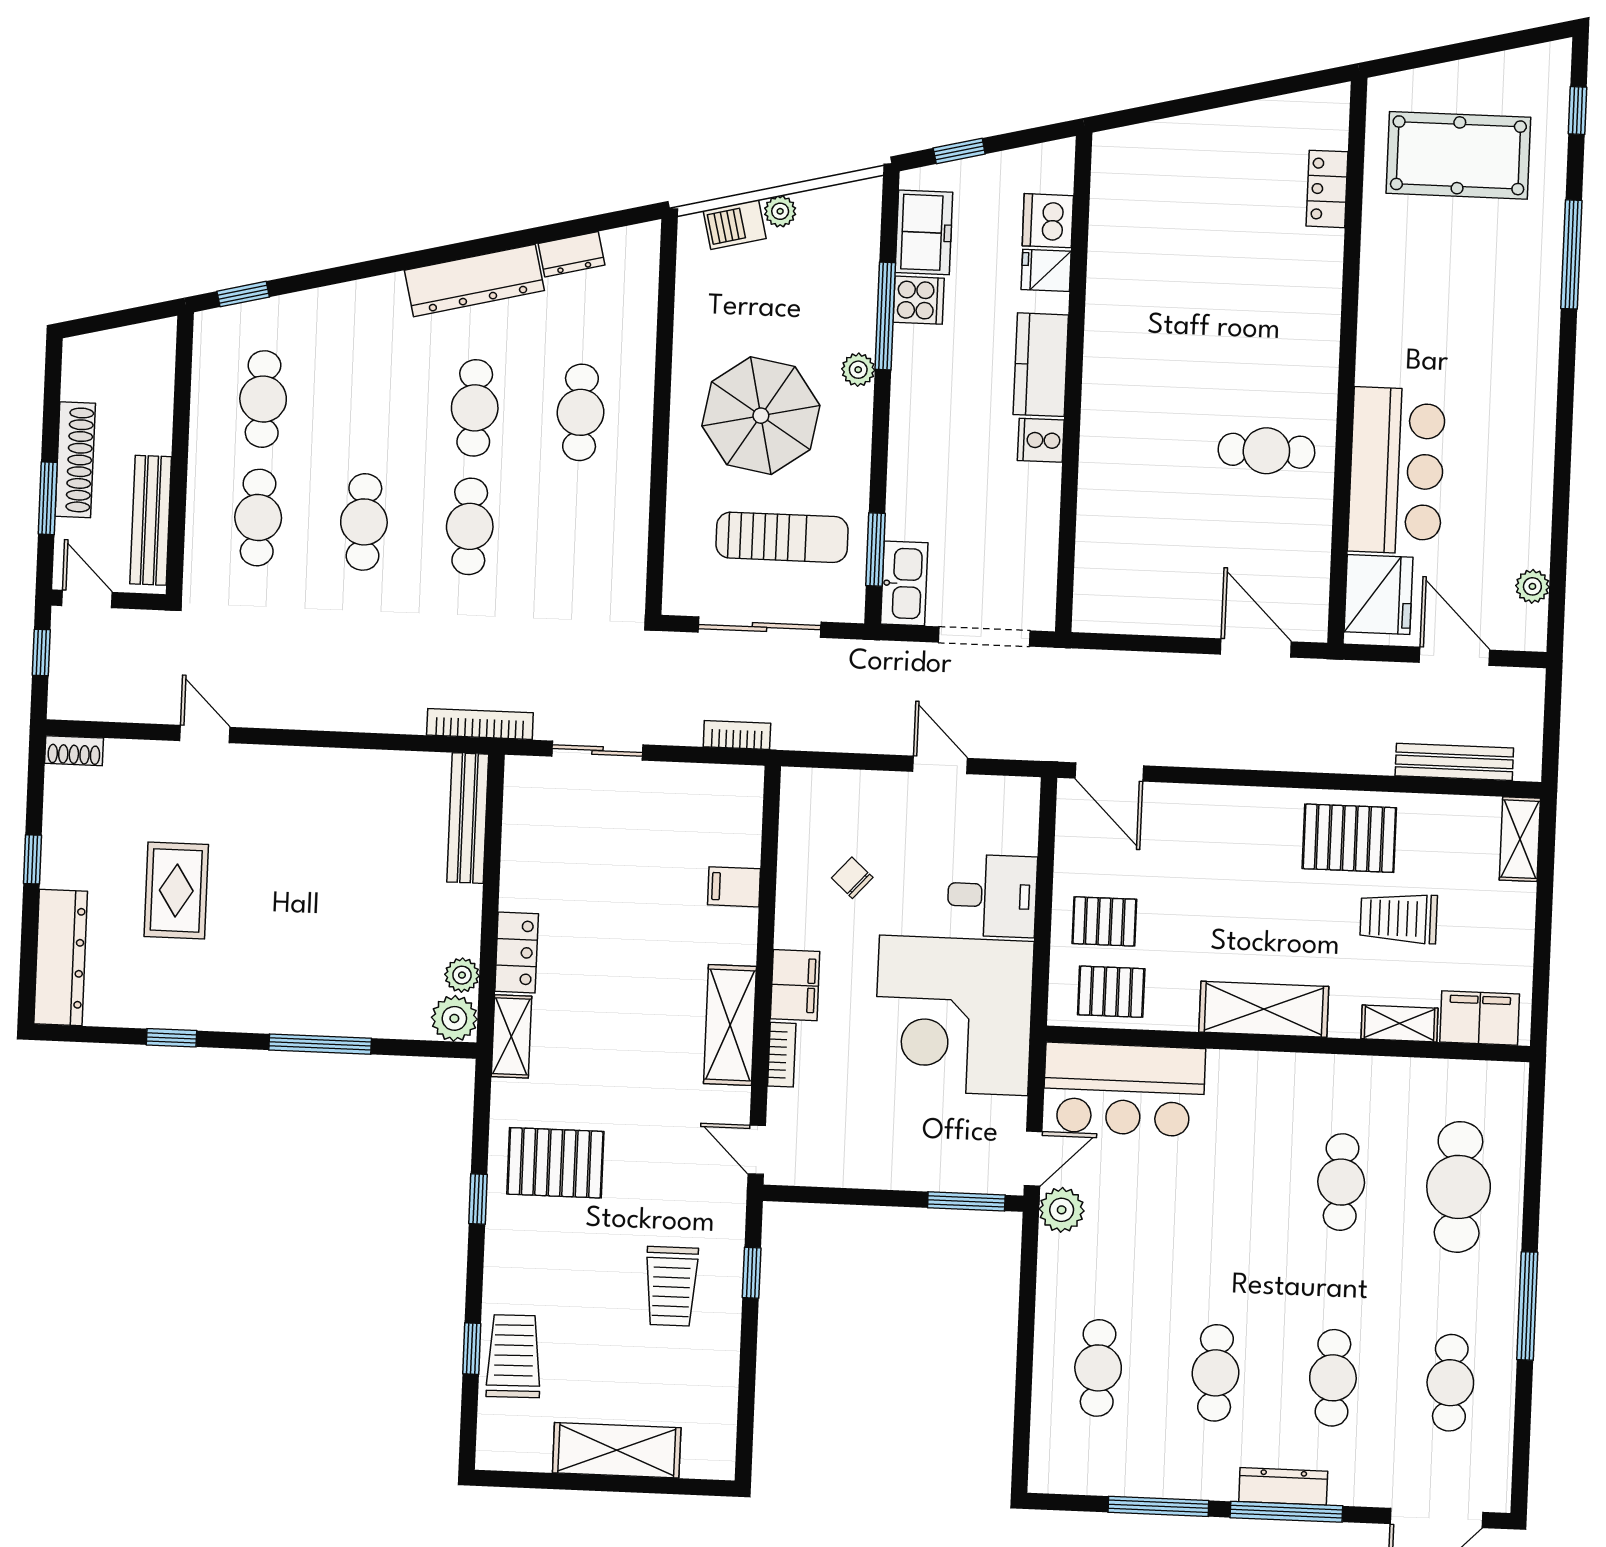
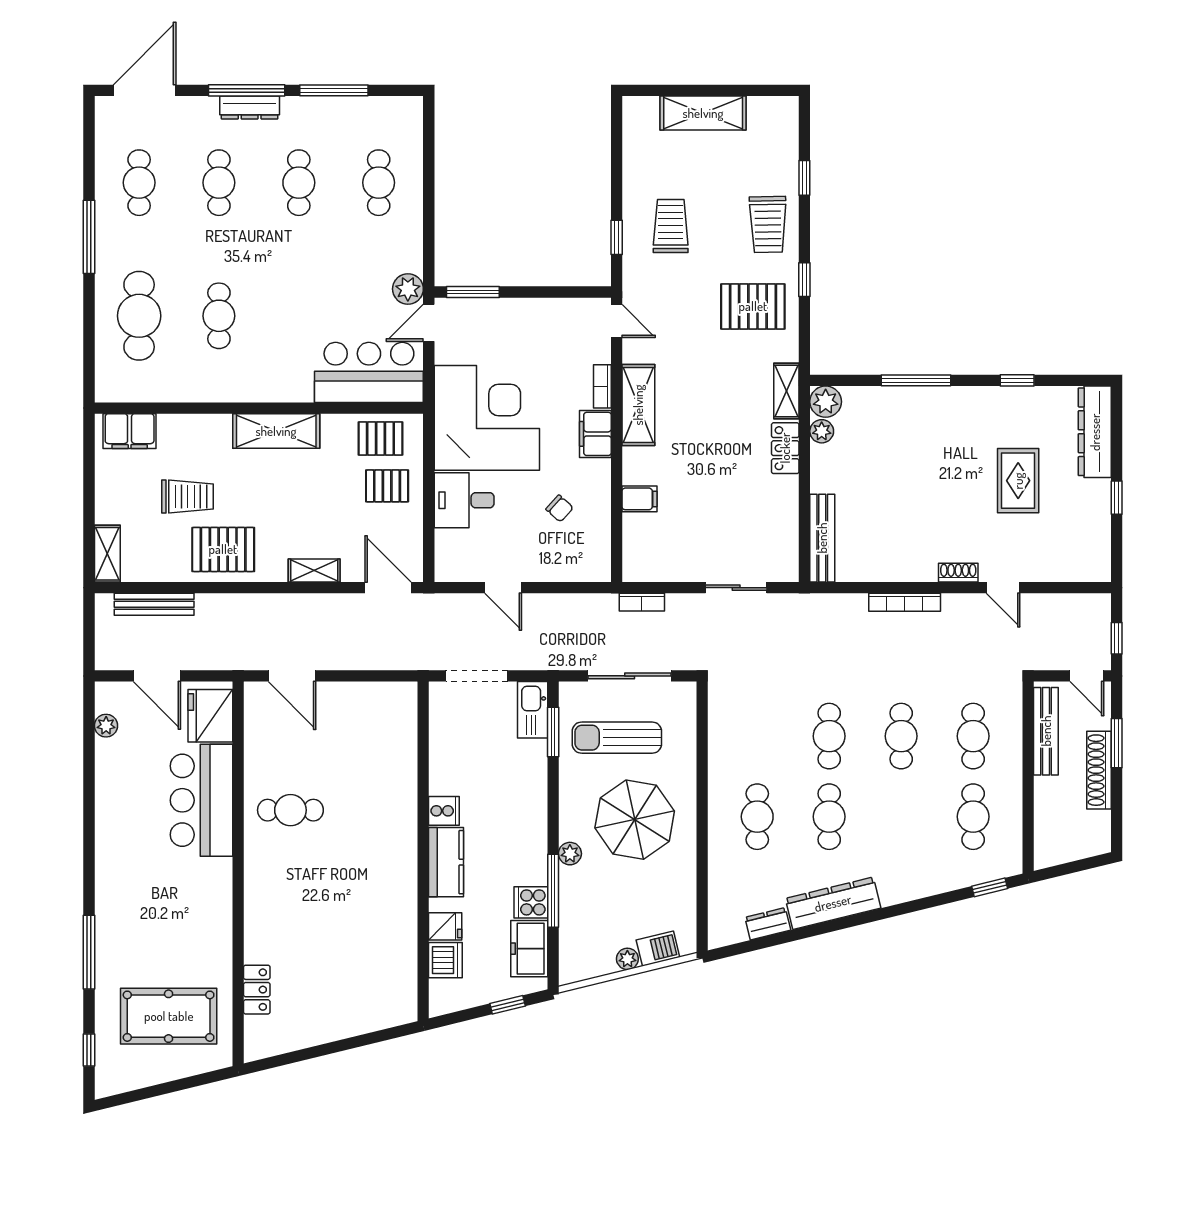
bookcase: (480, 724) -> (905, 602), moved
shoe rack: (74, 751) -> (958, 573), moved
shelving: (1400, 1023) -> (314, 570), moved
trolley: (514, 1356) -> (768, 224), moved

